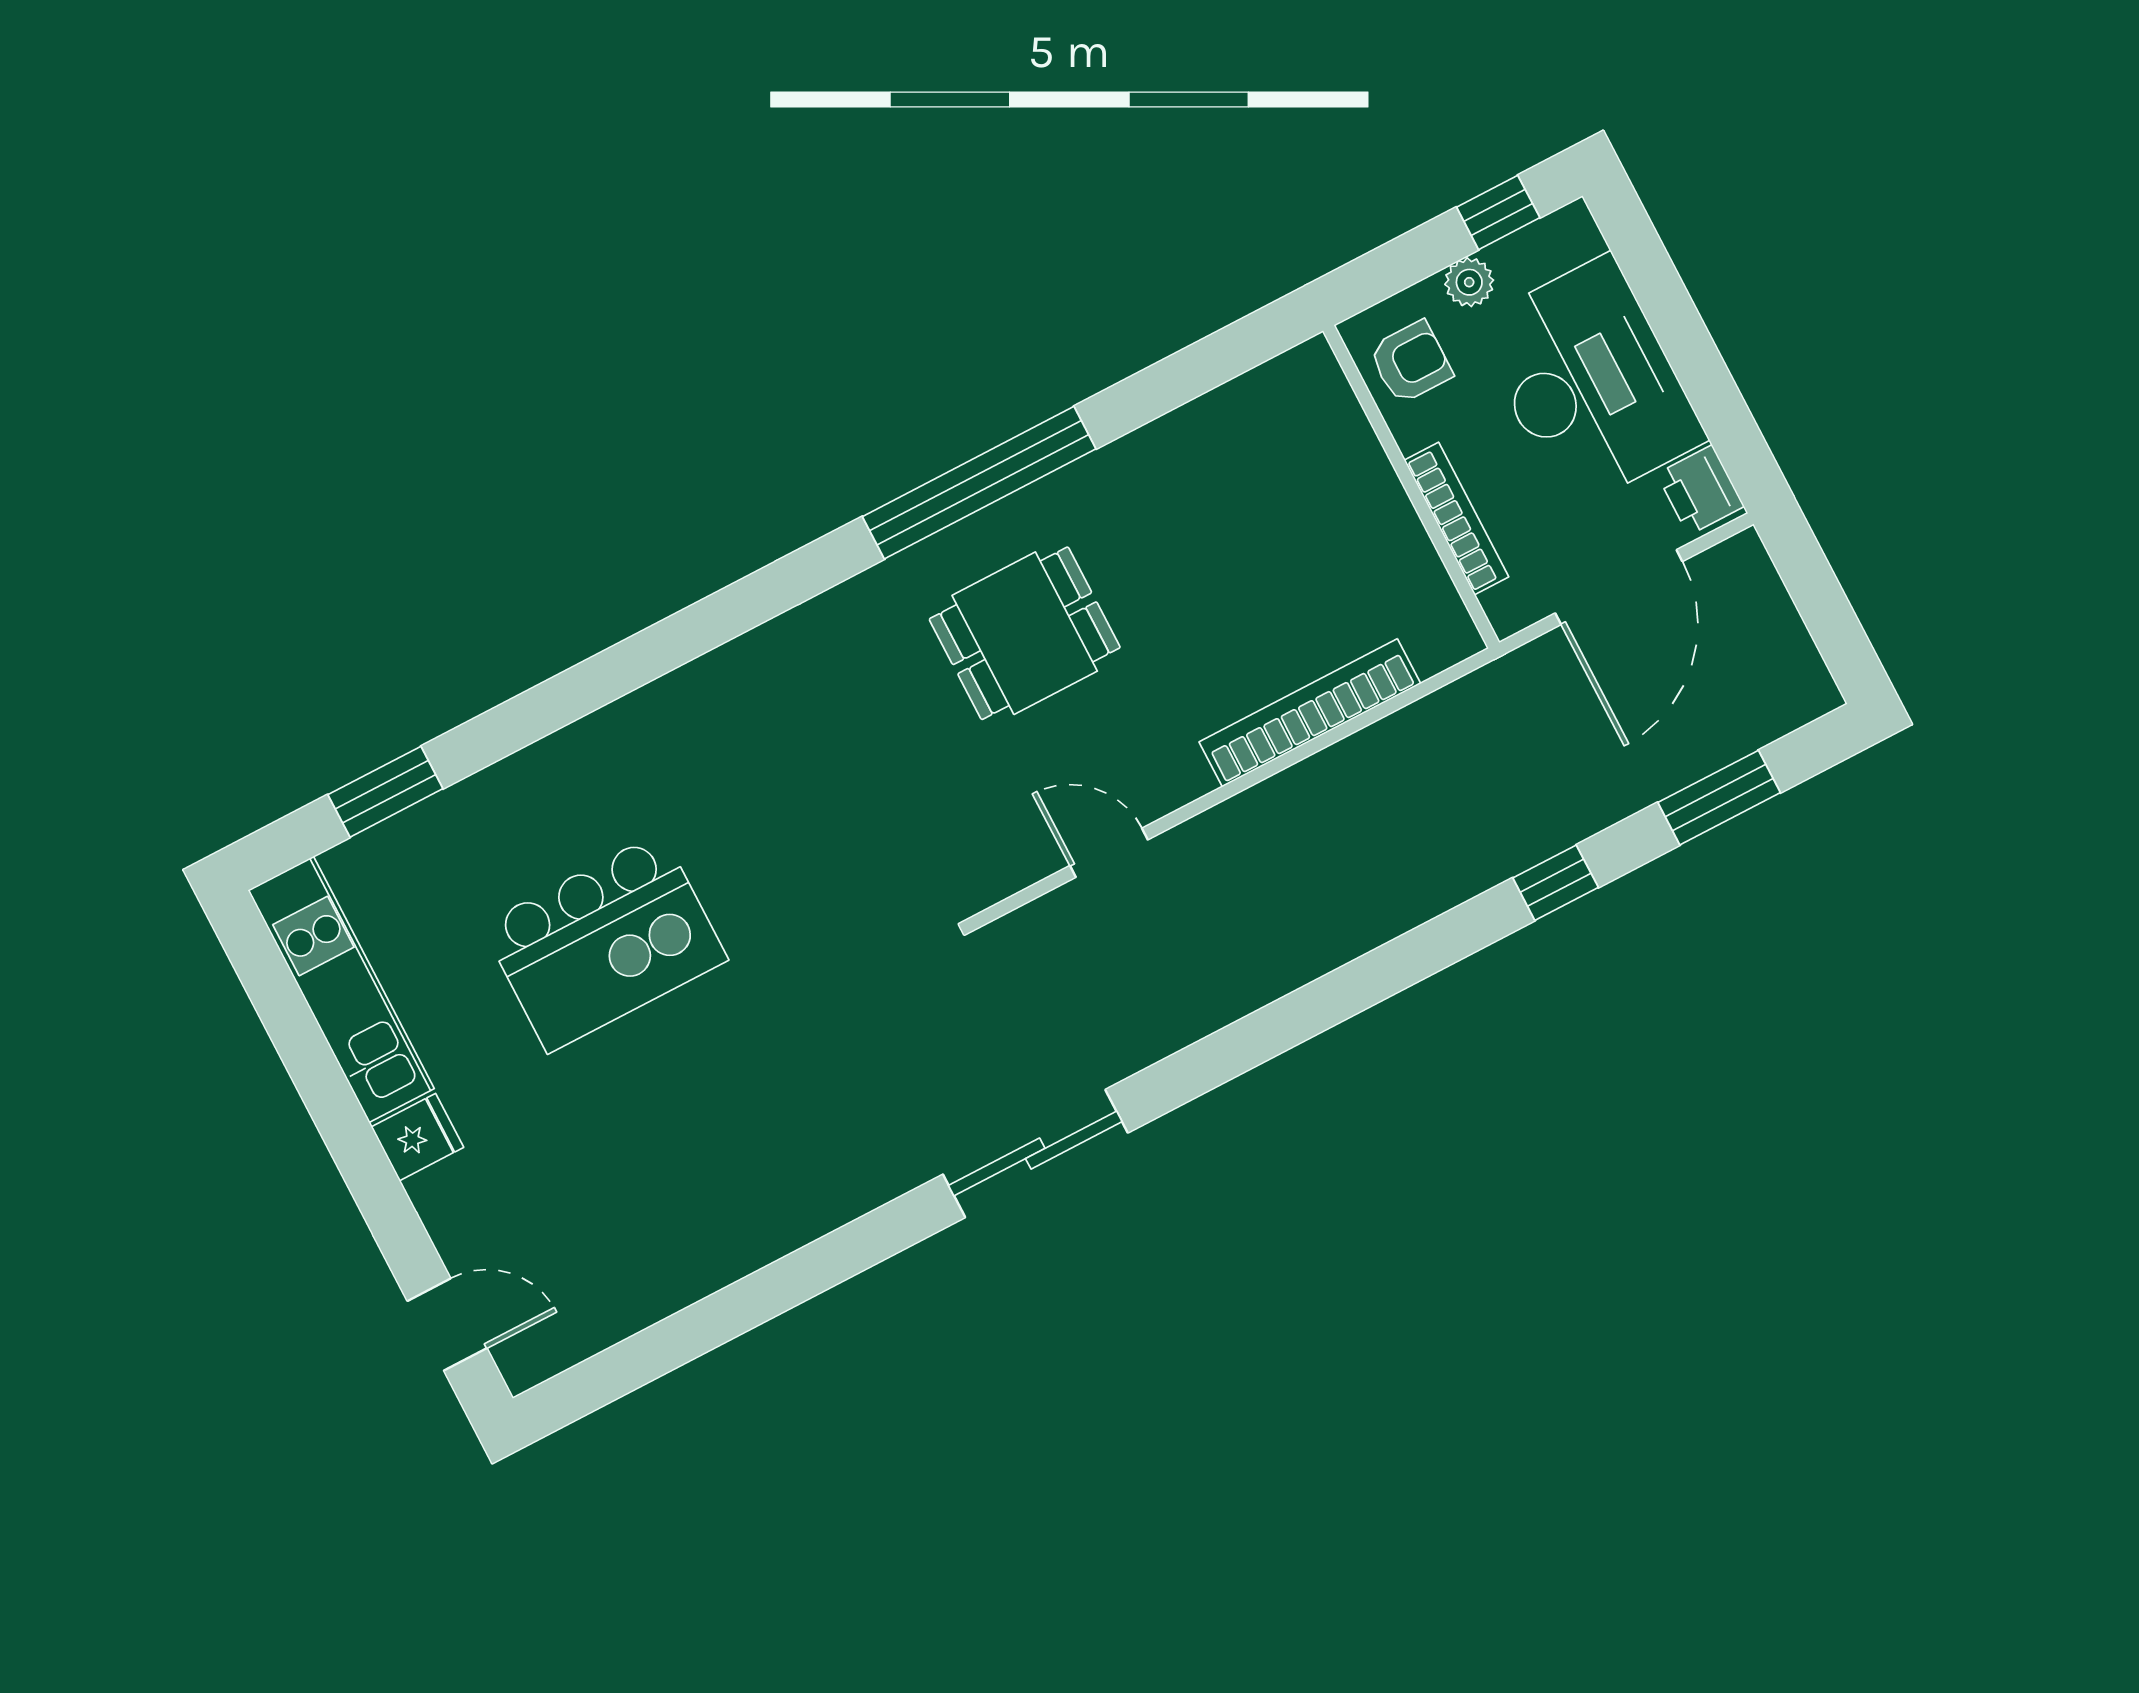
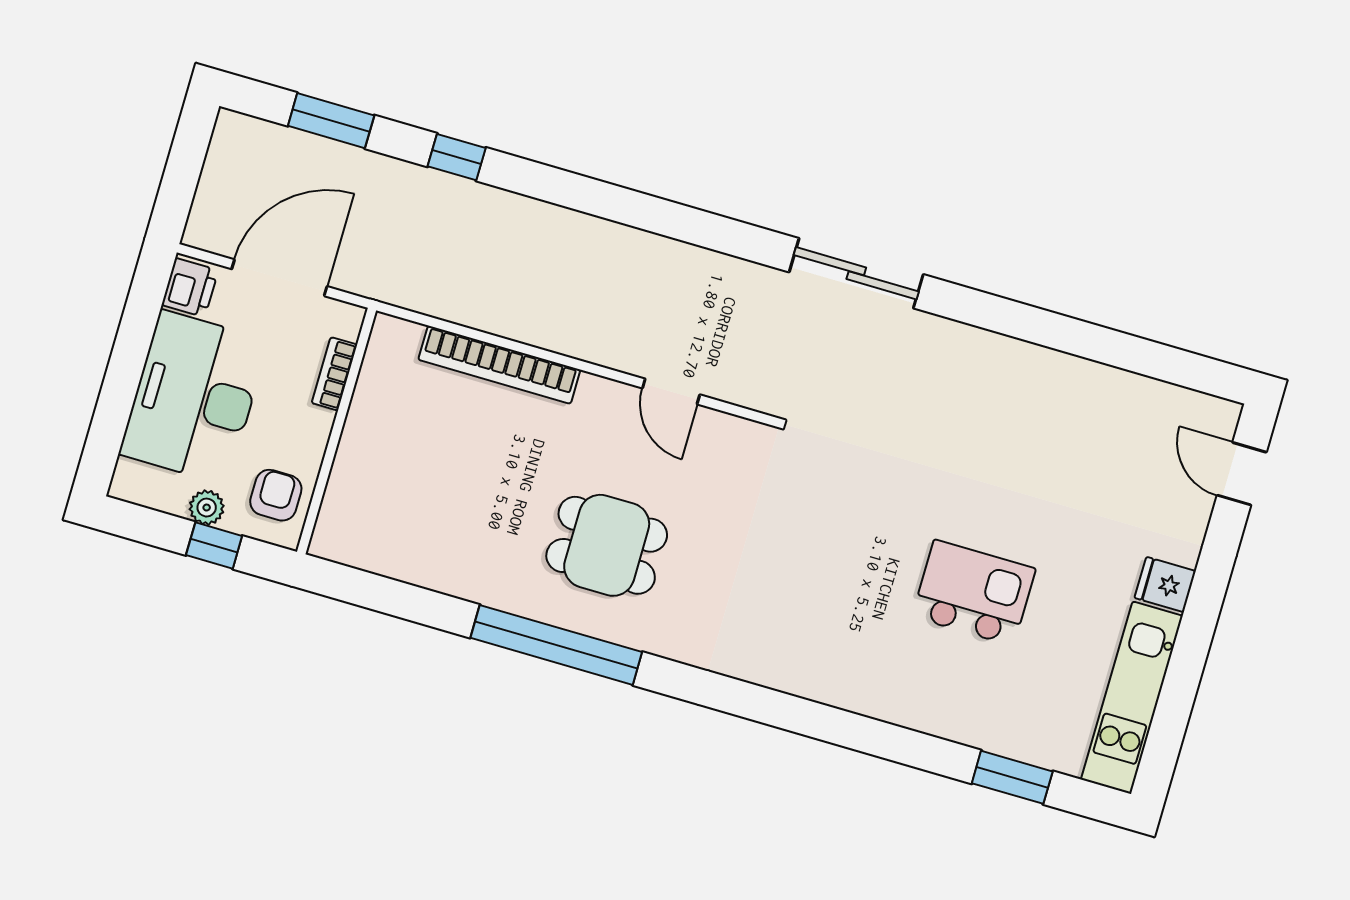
window: (1498, 212) -> (214, 545), moved
armchair: (1411, 362) -> (276, 495), turned 90
bookcase: (1456, 519) -> (334, 374), width x0.64
kitchen island: (604, 942) -> (974, 593), width x0.73, depth x0.78

